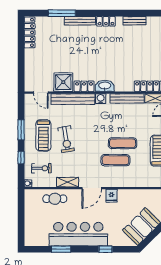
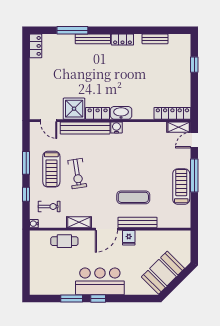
locker: (30, 32) -> (36, 46), width x0.66
bench: (127, 98) -> (138, 222), moved
exercise mat: (123, 143) -> (141, 178), removed
bar counter: (78, 234) -> (100, 281), width x0.73
window: (106, 249) -> (98, 299), moved

